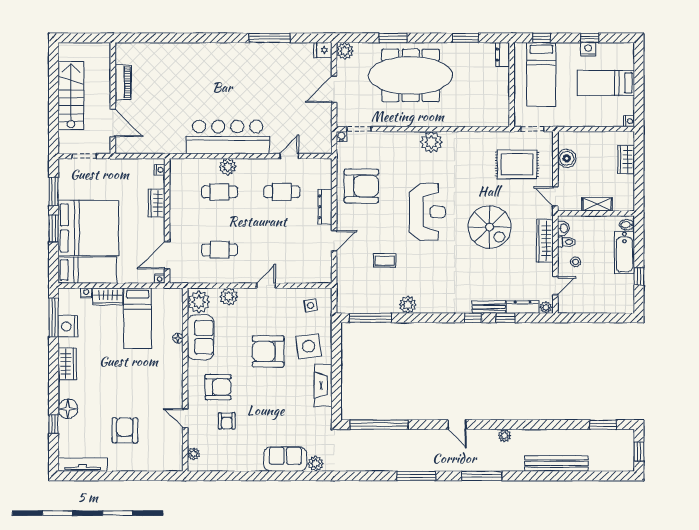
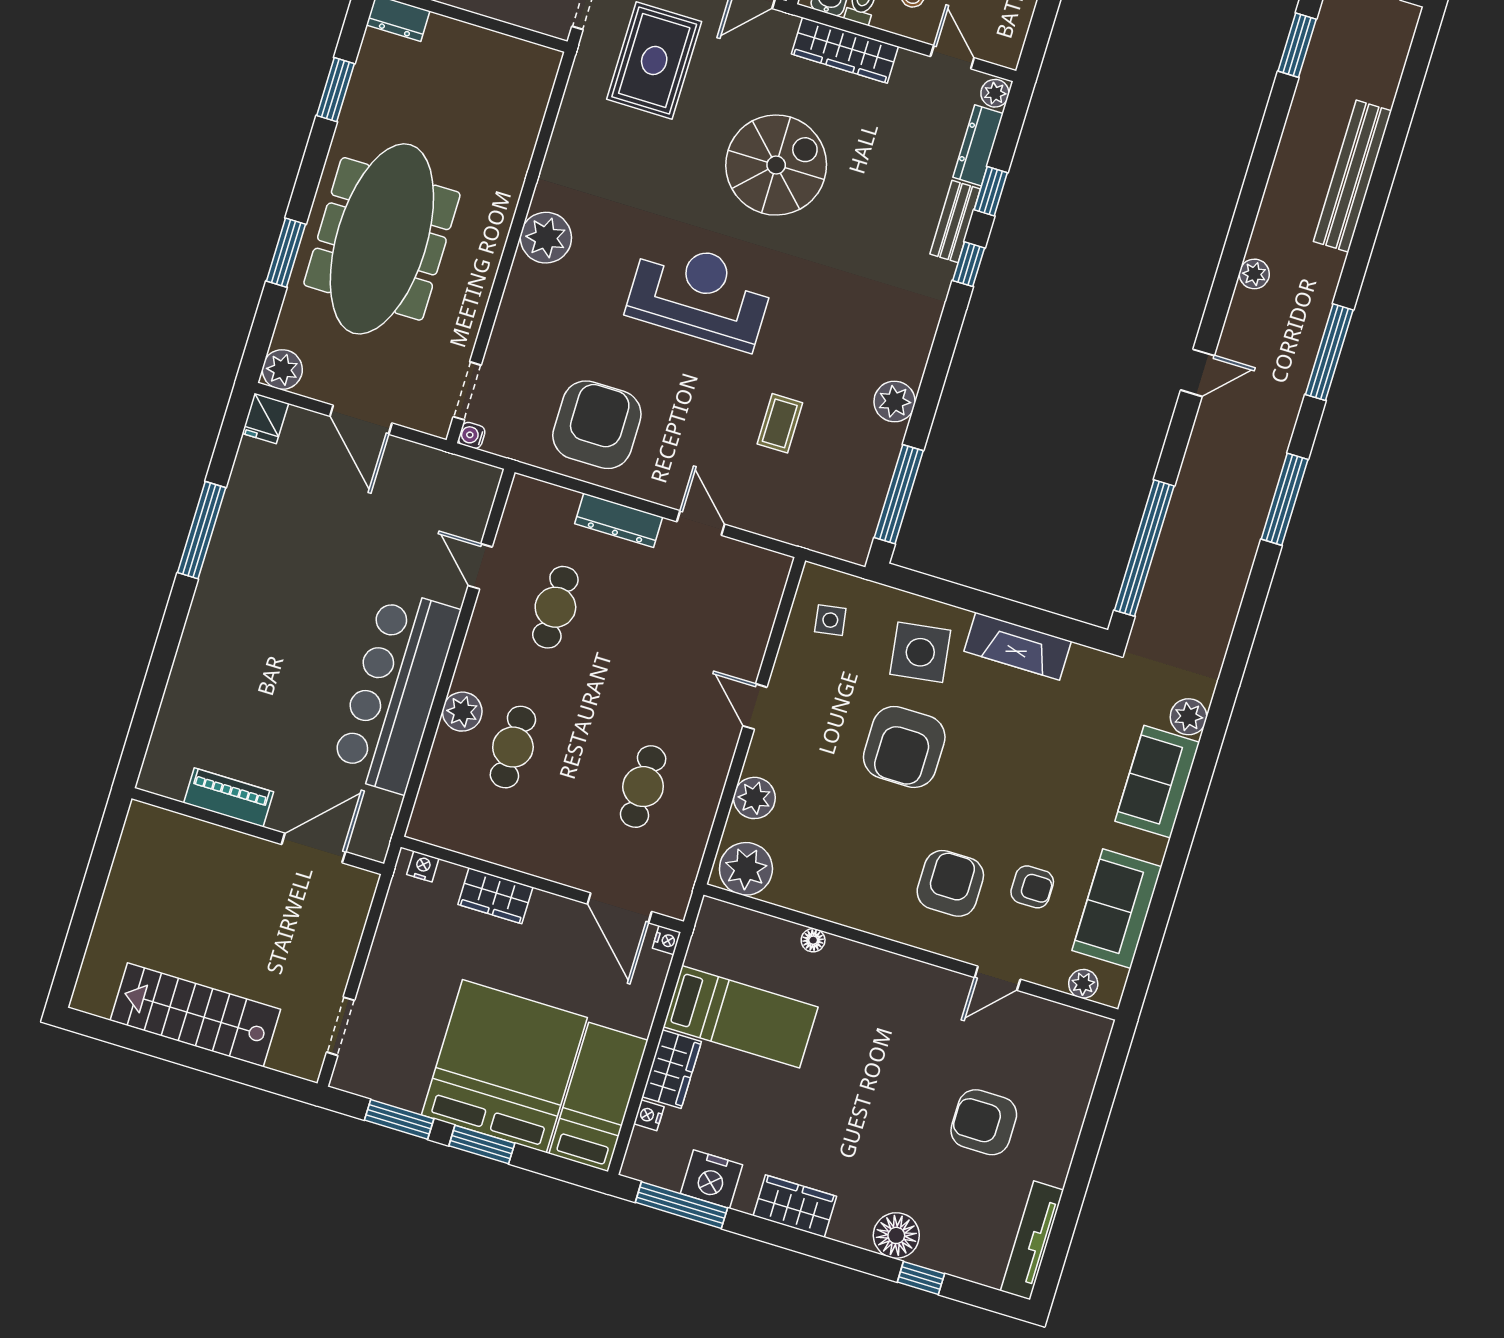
piano: (123, 82) -> (229, 797), moved
wall: (113, 98) -> (258, 831), moved
door: (113, 123) -> (314, 848), moved
sofa: (201, 337) -> (1117, 909), moved, turned -90

